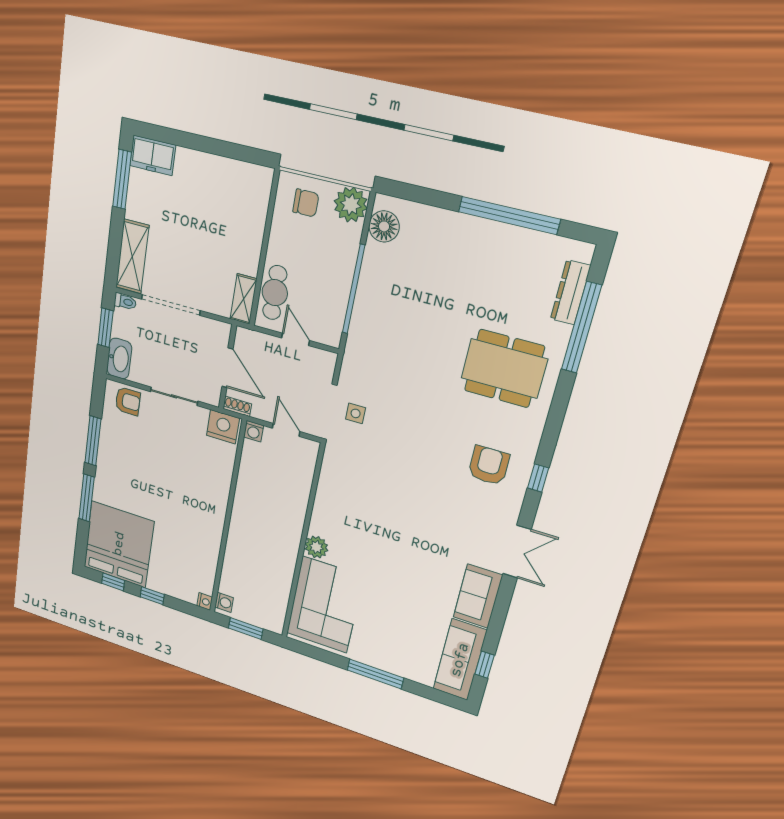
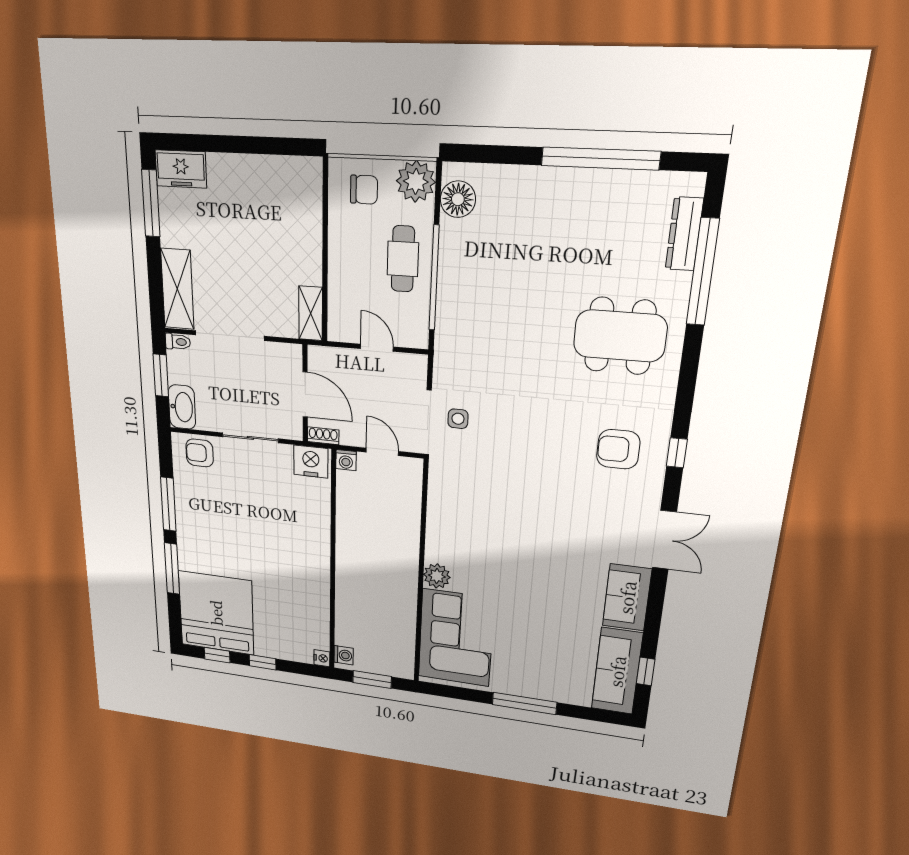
cafe table: (275, 293) -> (403, 259), moved
armchair: (128, 401) -> (200, 453), turned 180
armchair: (489, 466) -> (618, 449), turned -90

